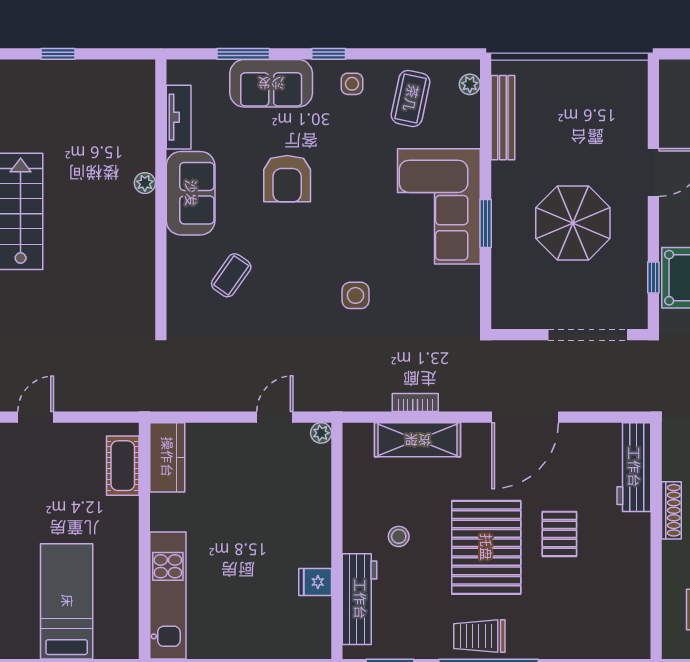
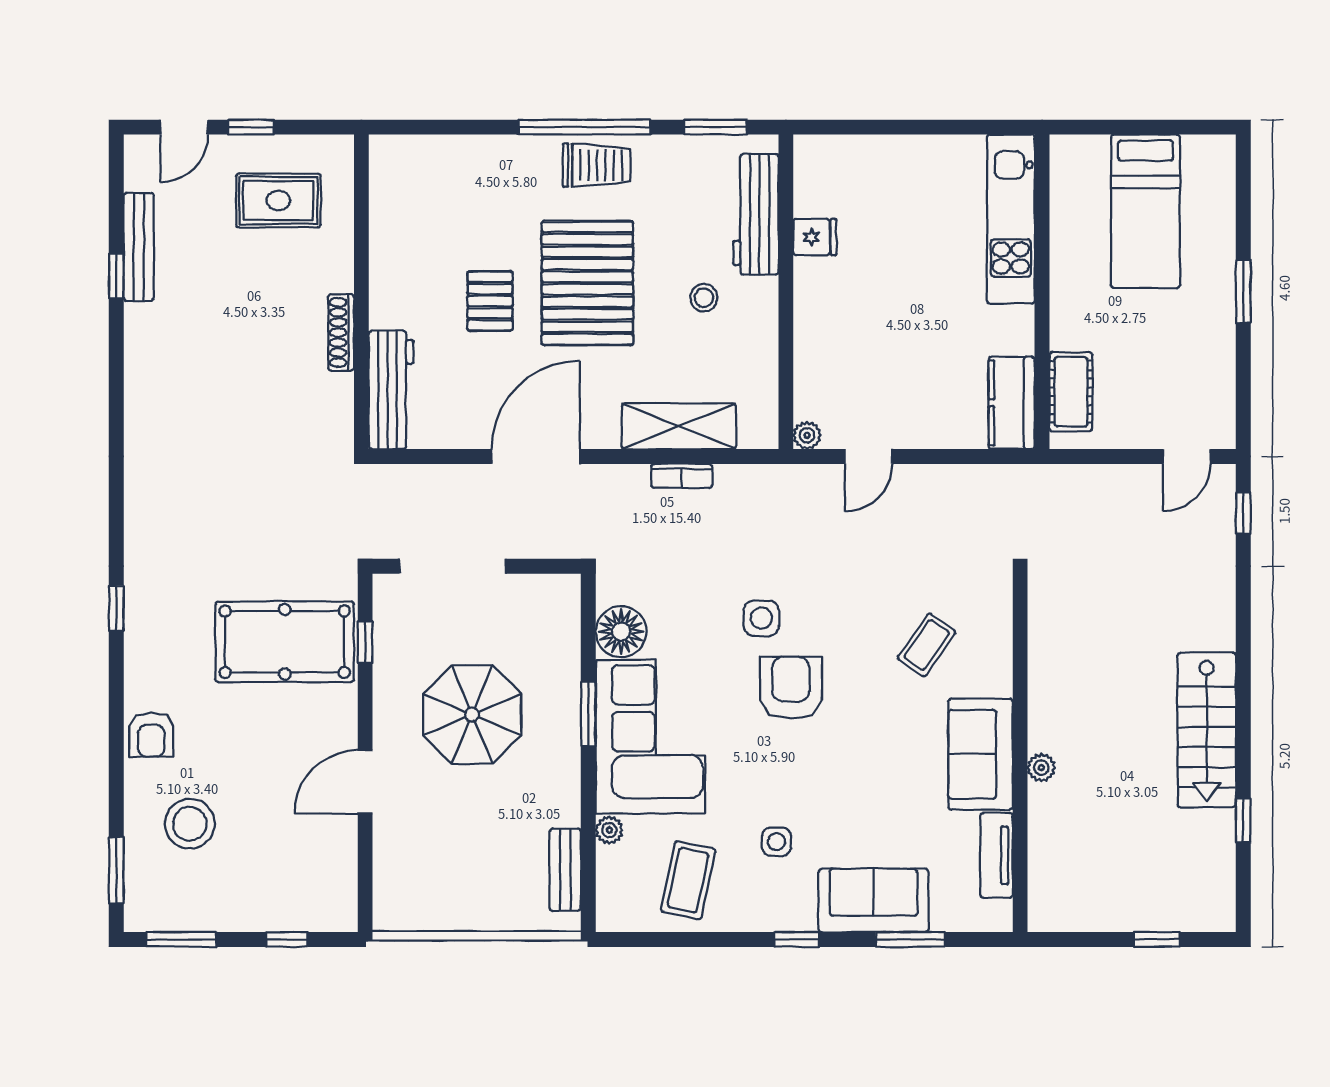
side table: (352, 84) -> (777, 842), moved
plant: (470, 84) -> (609, 830), moved
bench: (503, 118) -> (565, 870), width x0.73
armchair: (287, 179) -> (791, 688), moved
floor lamp: (461, 285) -> (621, 632), added

